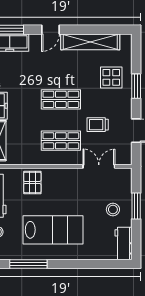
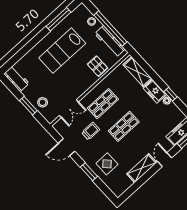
shelving: (90, 42) -> (142, 168), width x0.68
stool: (113, 209) -> (43, 102), moved

